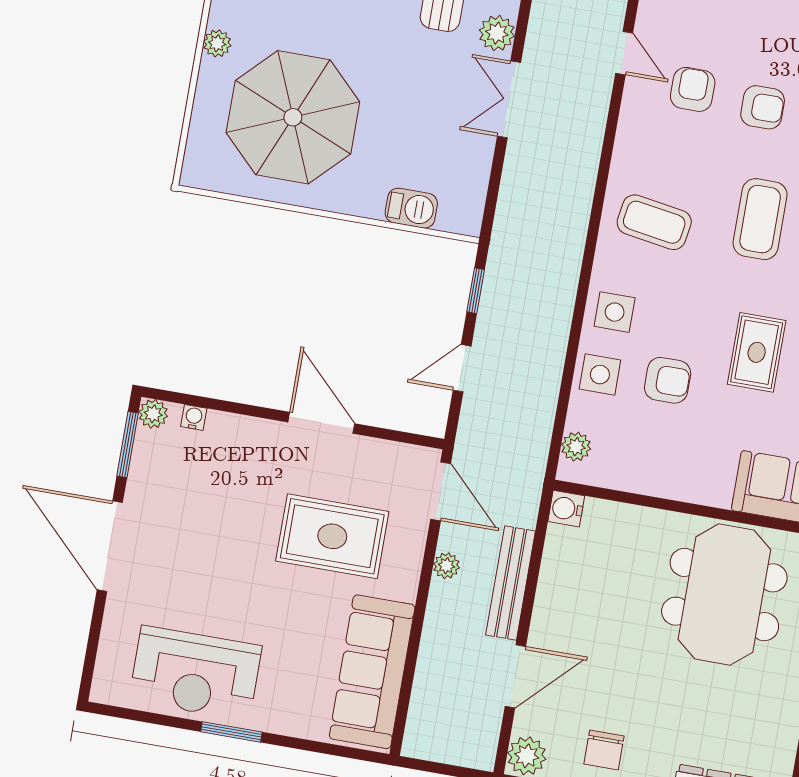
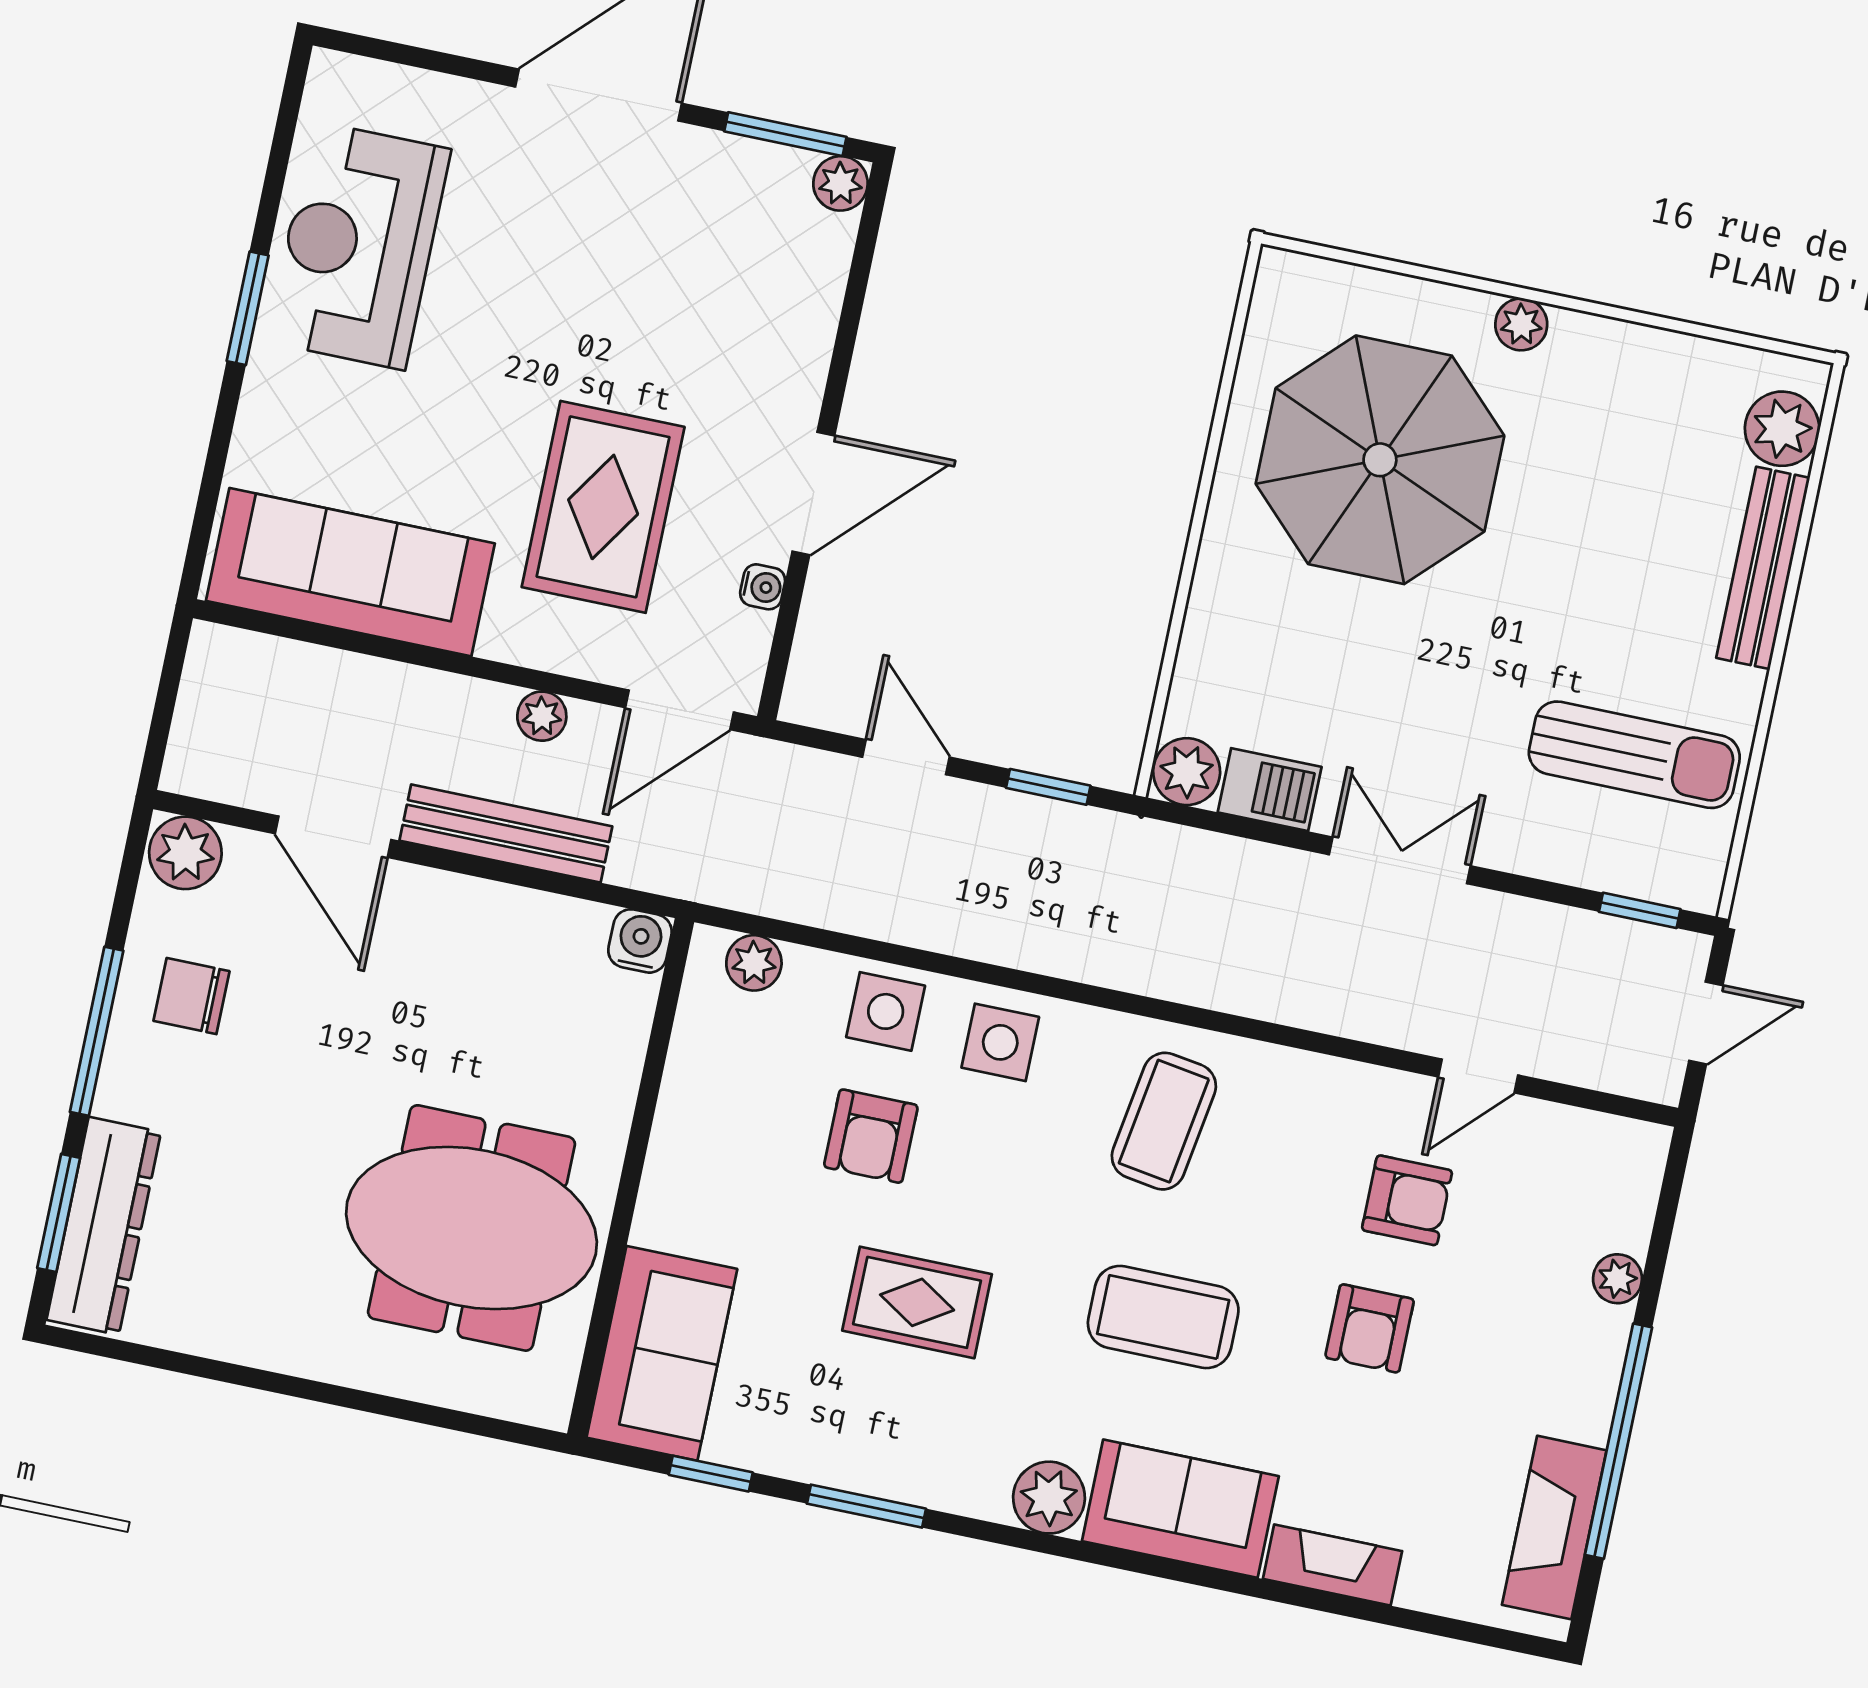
plant: (497, 33) -> (1187, 772), moved
barbecue: (411, 208) -> (1270, 790), moved, turned -90
water cooler: (194, 417) -> (763, 587), moved

